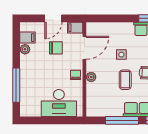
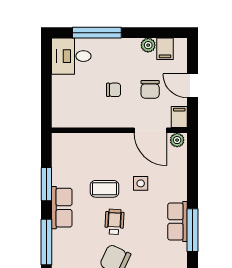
chair: (75, 75) -> (114, 90), moved
plant: (91, 77) -> (177, 140), moved
desk: (59, 103) -> (71, 56), moved, width x0.73
window: (122, 120) -> (46, 184), width x0.69

